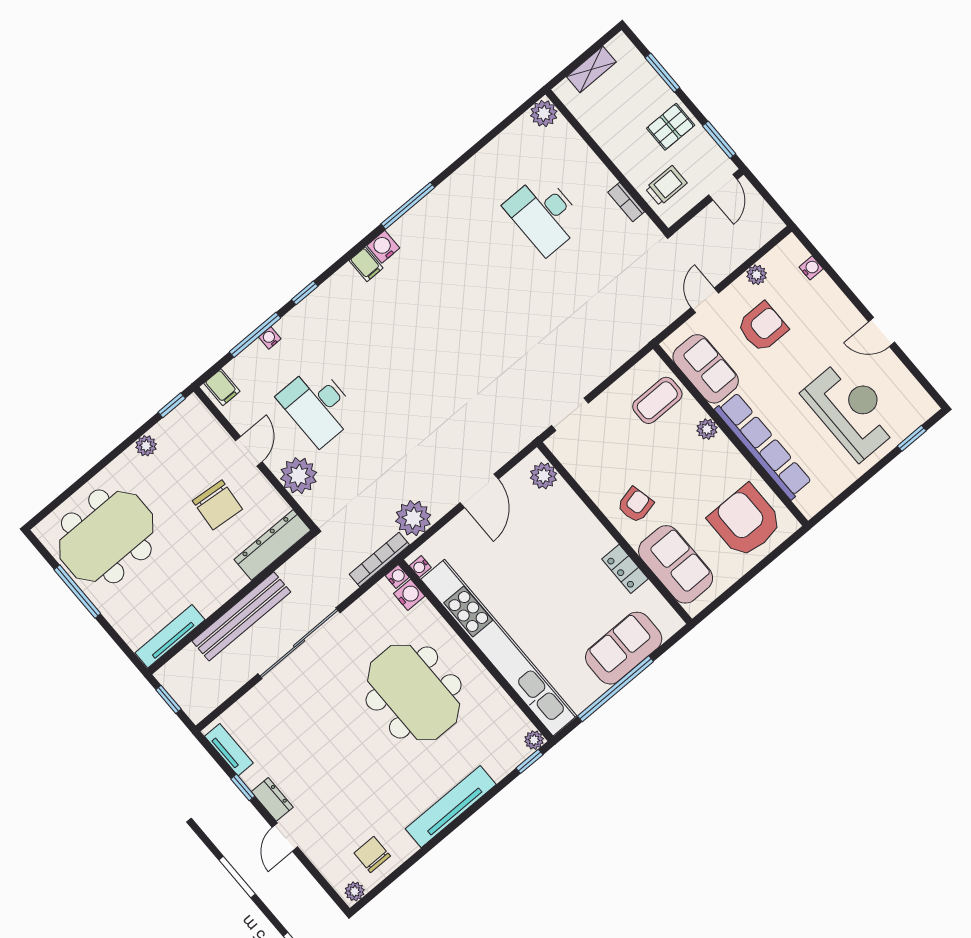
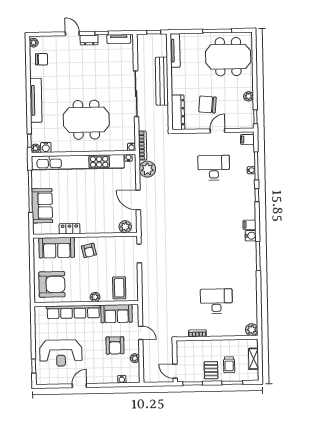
trolley: (666, 186) -> (229, 365), moved
door: (249, 451) -> (217, 131), swing flipped
plant: (299, 476) -> (195, 141), removed
meeting table: (106, 536) -> (228, 57), turned 90
water cooler: (409, 595) -> (46, 147), moved

